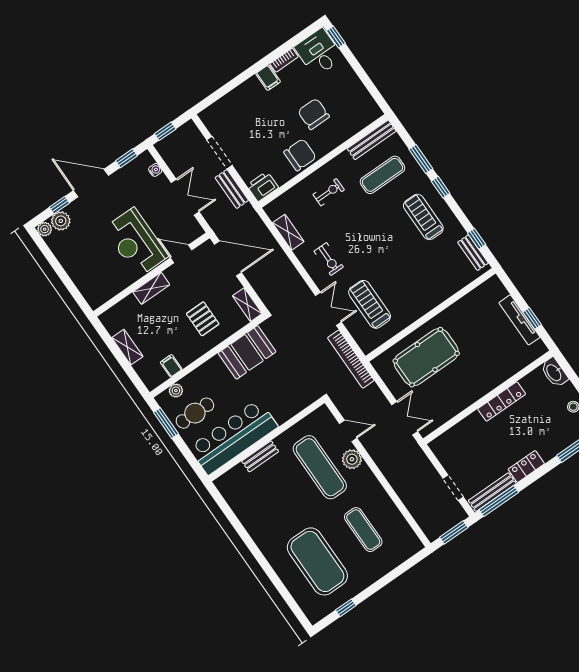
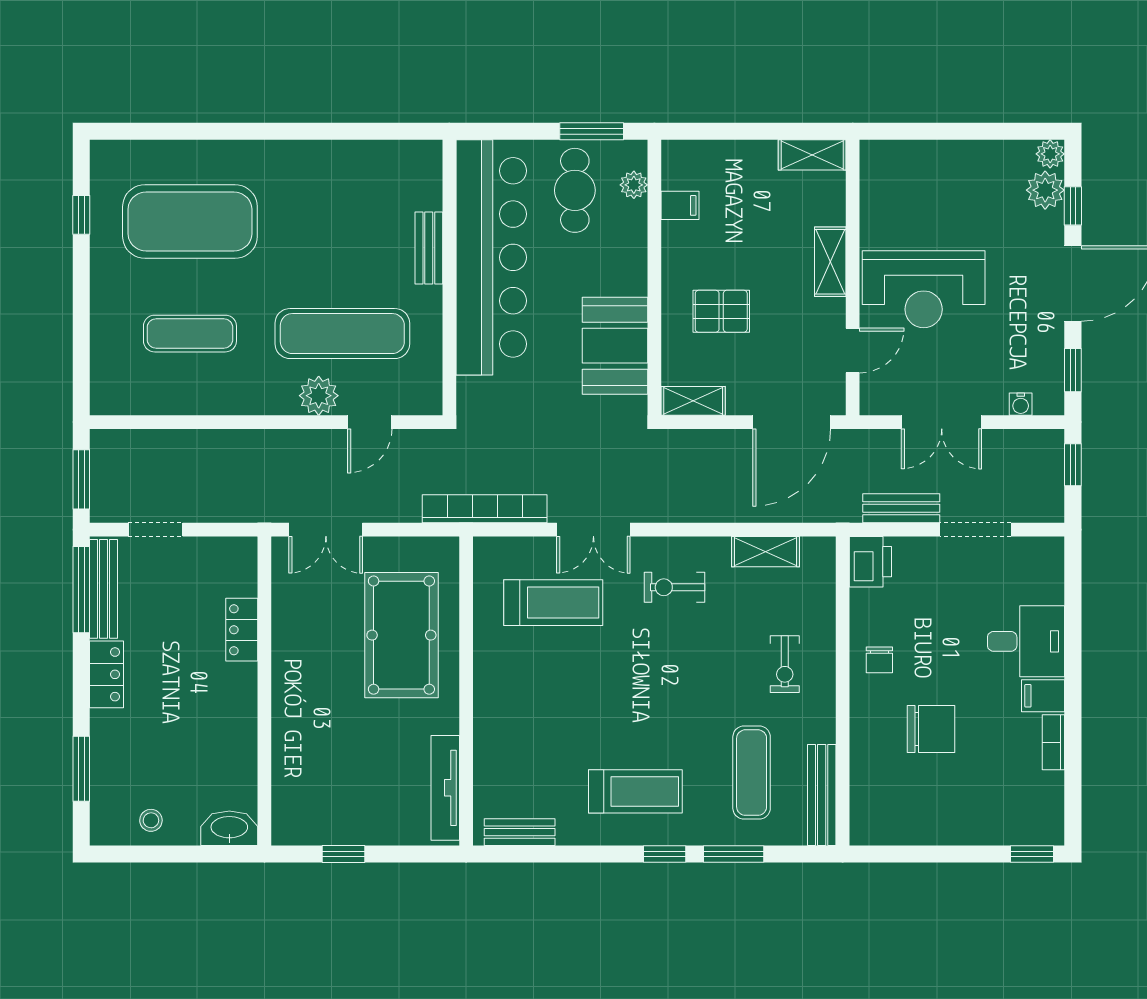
desk: (319, 53) -> (1026, 641), moved
chair: (300, 155) -> (879, 660), width x0.54, depth x0.54
window: (477, 239) -> (538, 854), removed
reception desk: (136, 242) -> (924, 289), turned 180
tv unit: (519, 320) -> (445, 788), moved, turned -90
shelving: (127, 347) -> (812, 155), moved
locker: (502, 401) -> (242, 630), moved, width x0.66
bar counter: (233, 437) -> (491, 257), width x1.36

